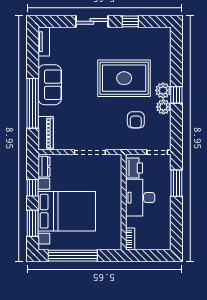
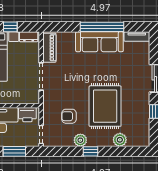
sofa: (50, 85) -> (99, 42), width x1.36
plant: (163, 90) -> (120, 140), moved
window: (33, 103) -> (102, 27), moved
piano: (46, 133) -> (49, 48), moved, turned -90

